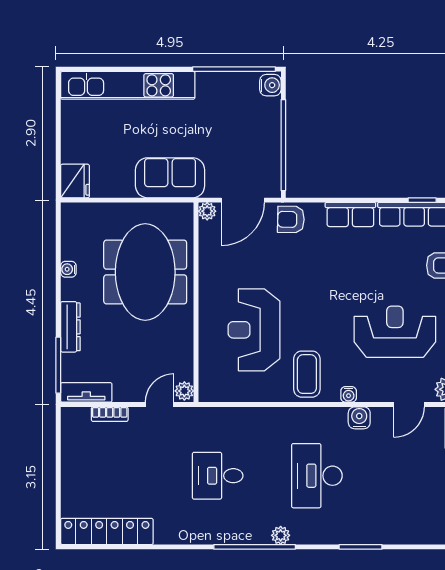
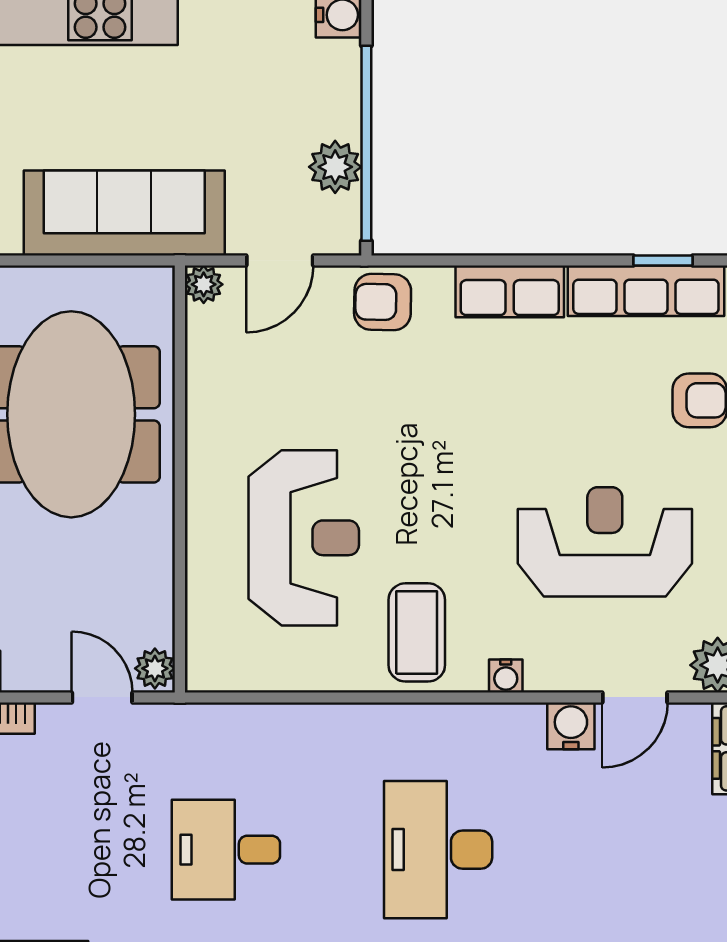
plant: (269, 156) -> (335, 167), added
sofa: (170, 178) -> (124, 213), width x1.36
door: (243, 200) -> (280, 261), width x0.73
reception desk: (254, 330) -> (304, 538), turned 180
door: (160, 404) -> (102, 697), hinge flipped
water cooler: (359, 418) -> (571, 726), moved

